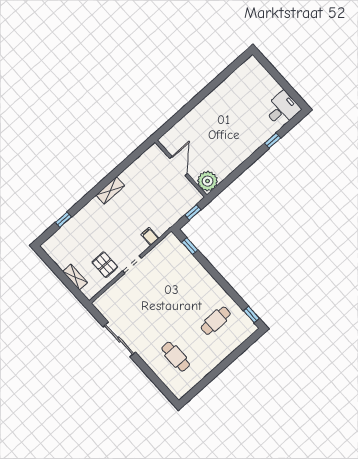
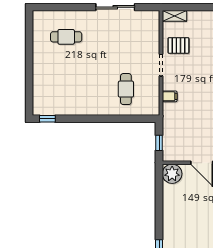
window: (190, 246) -> (137, 119), removed
shelving: (75, 277) -> (175, 16), moved
cafe table: (216, 321) -> (126, 89), moved

